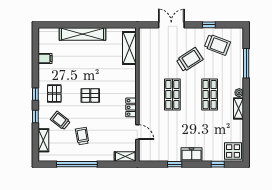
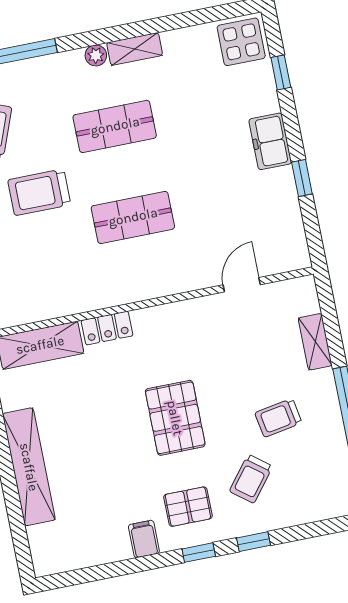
filing cabinet: (45, 59) -> (144, 539), moved
trolley: (190, 60) -> (39, 192), turned -57
pallet: (90, 95) -> (175, 418), width x1.50, depth x1.42
locker: (131, 107) -> (107, 328), moved
shelving: (43, 140) -> (308, 510), removed
shelving: (125, 156) -> (315, 342), moved

